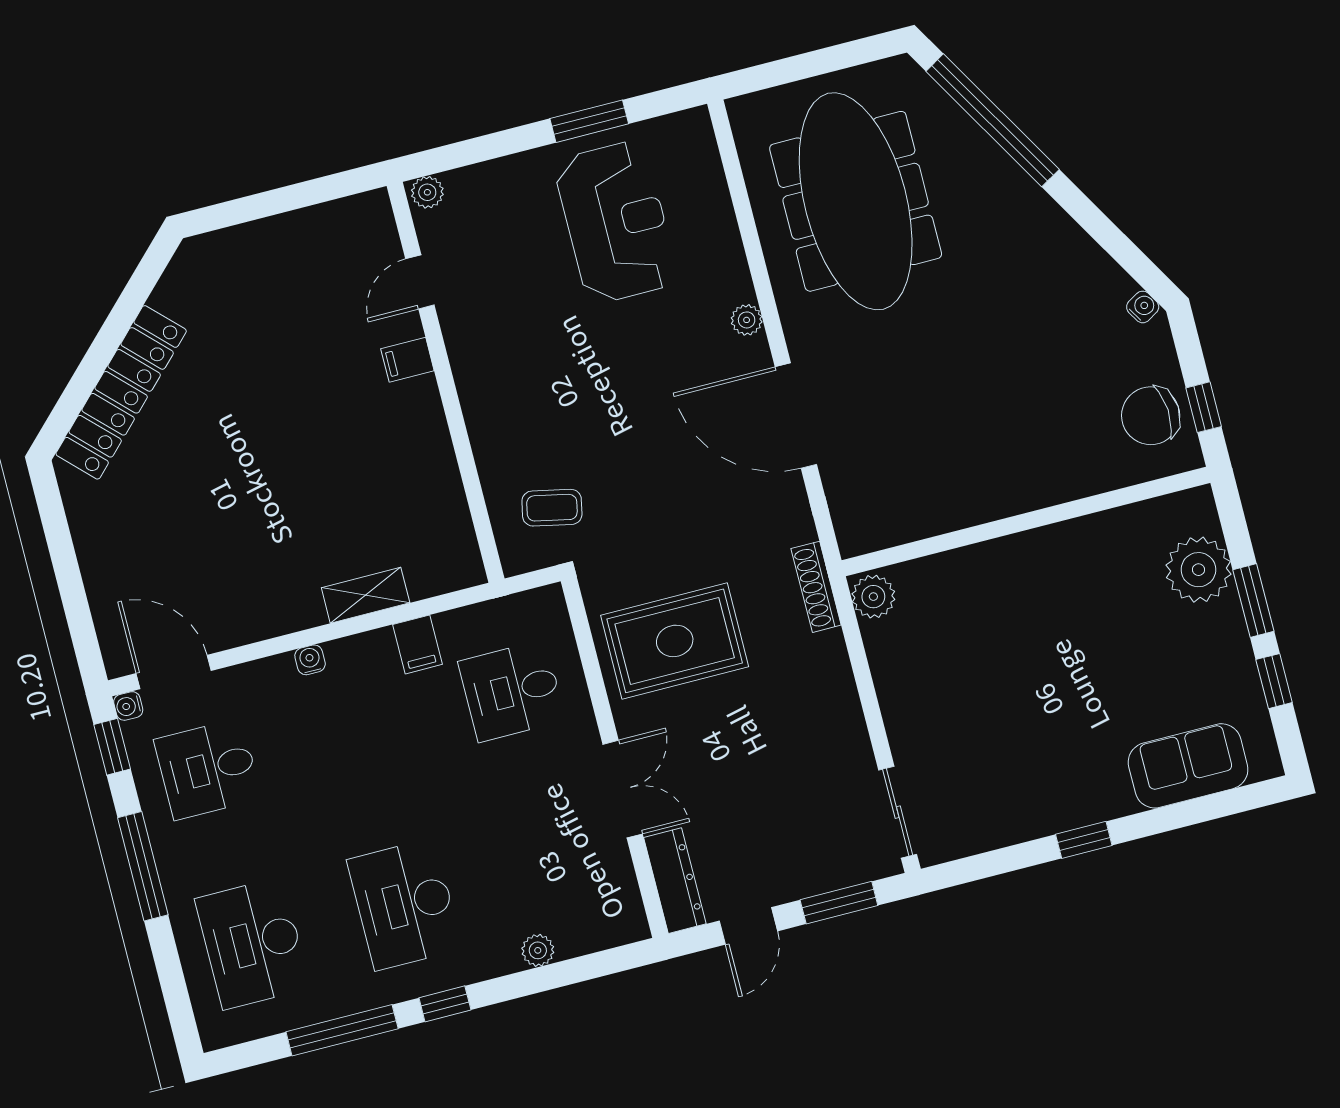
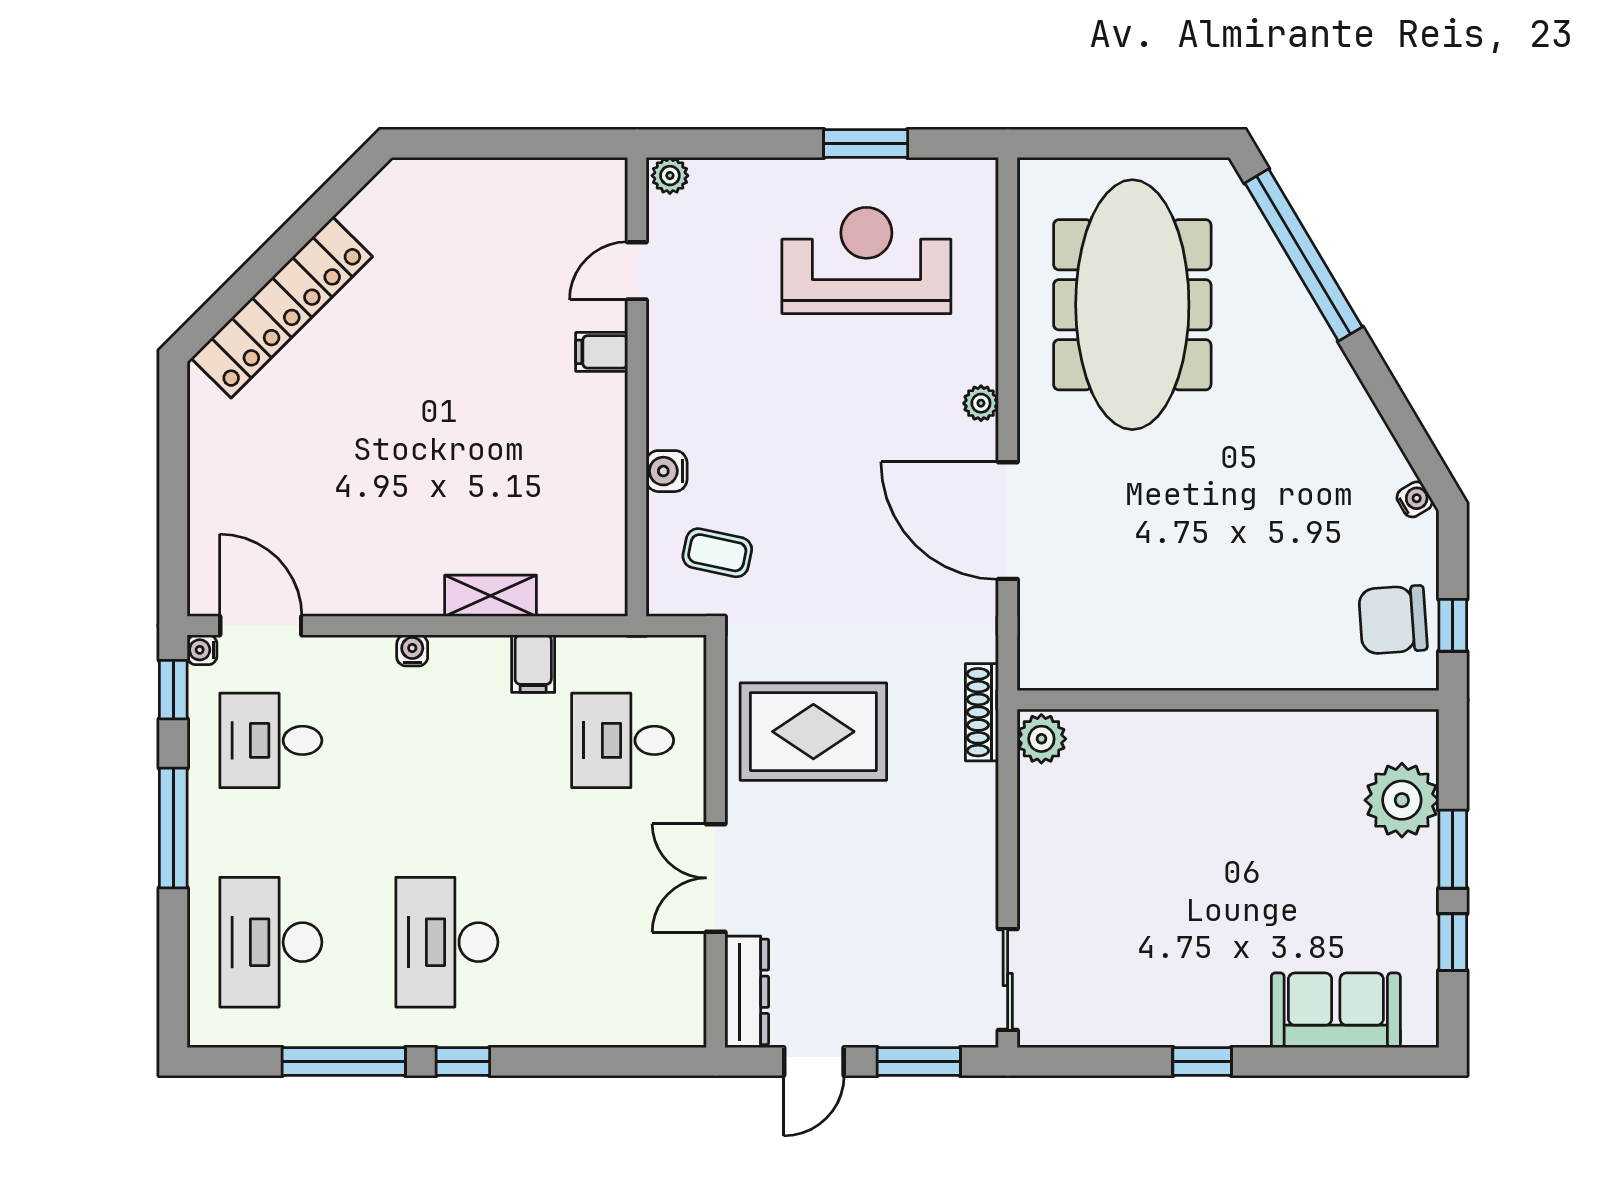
reception desk: (616, 222) -> (866, 260), turned -90
water cooler: (490, 448) -> (667, 471), added
double door: (623, 789) -> (716, 878), swing flipped
plant: (538, 950) -> (579, 1029), removed

